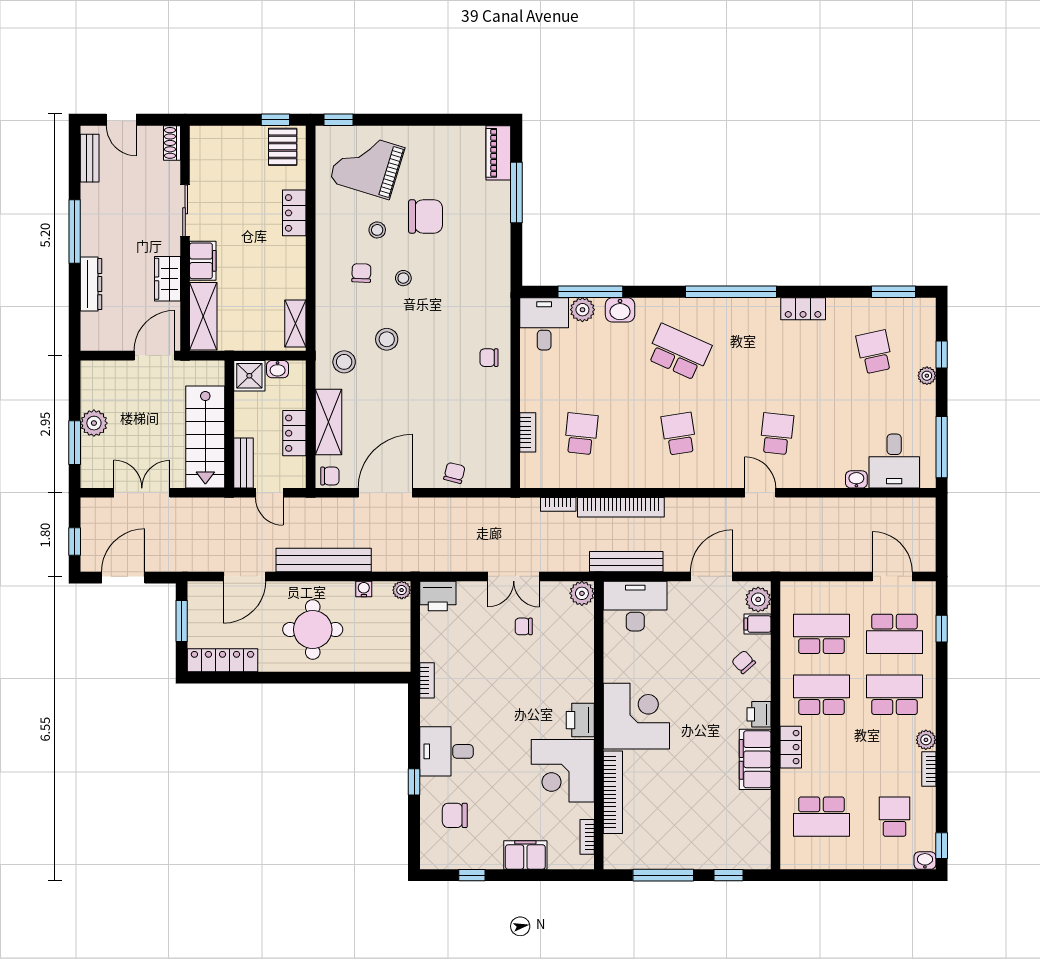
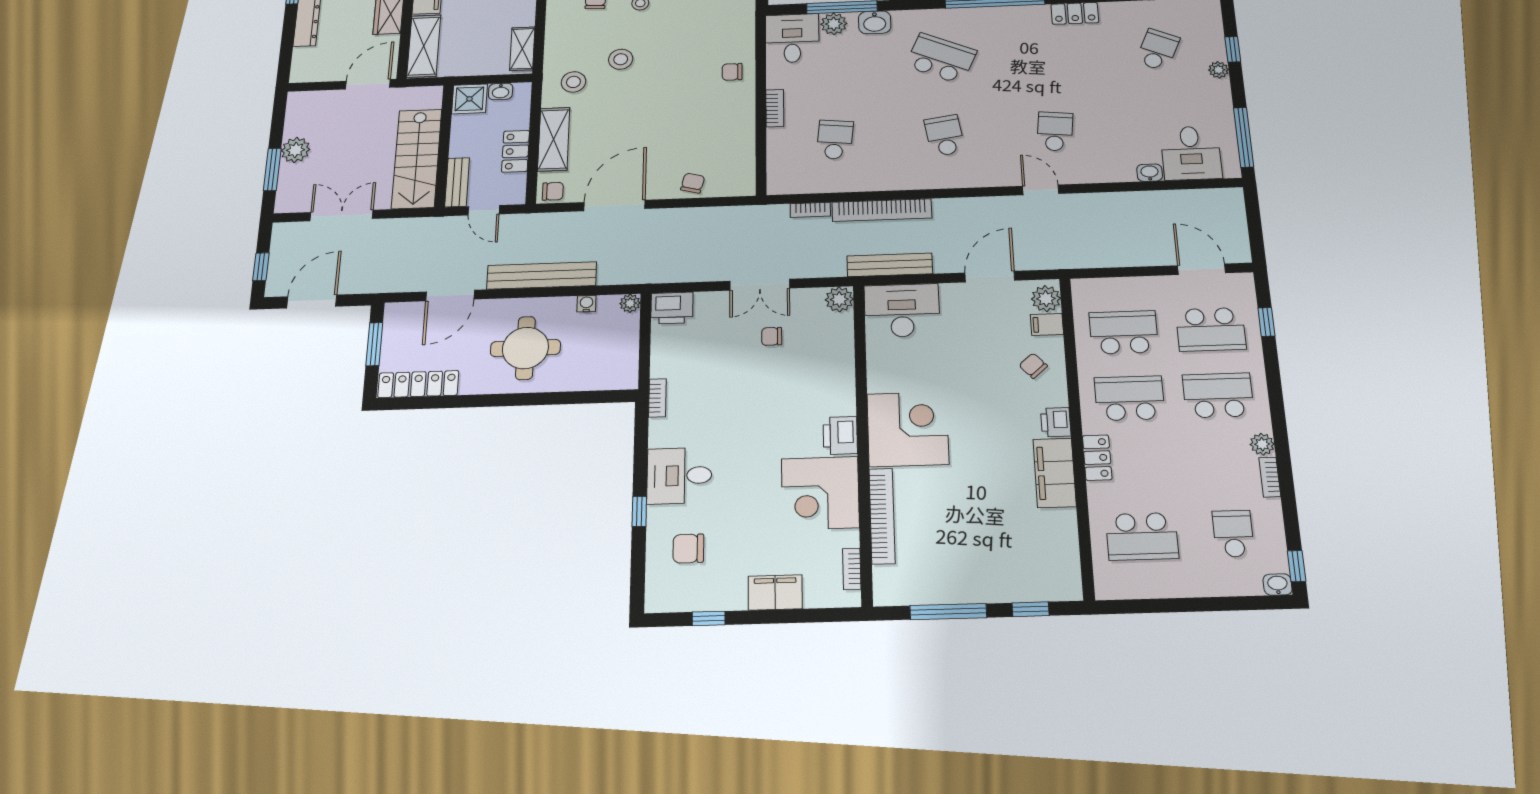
school desk: (875, 352) -> (1158, 50), turned 36
bookcase: (528, 432) -> (775, 108), moved

